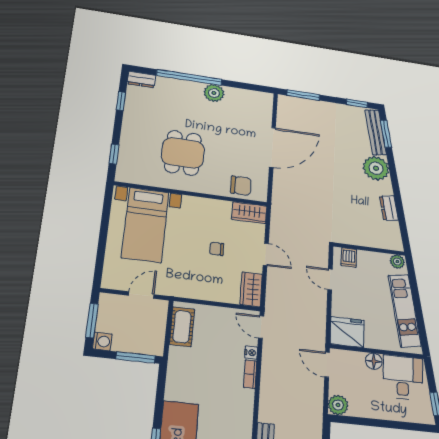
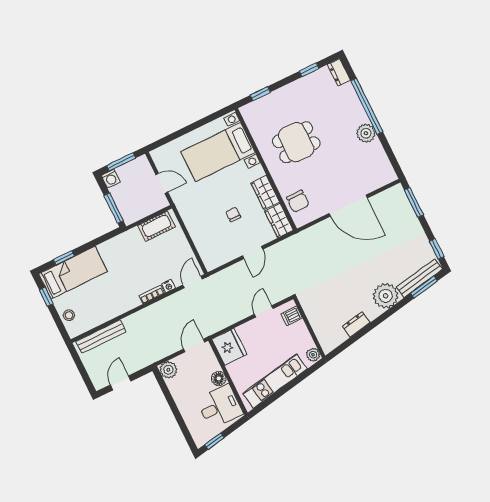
wardrobe: (251, 289) -> (265, 192), moved, turned -90

